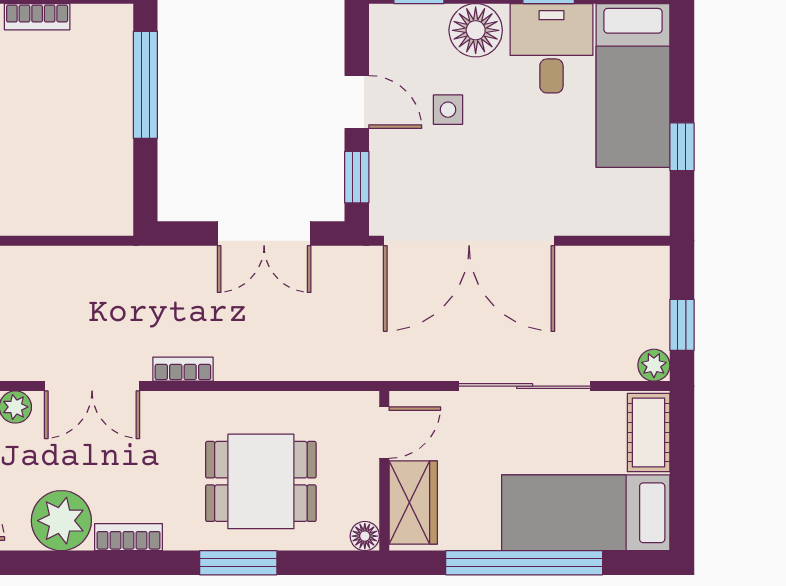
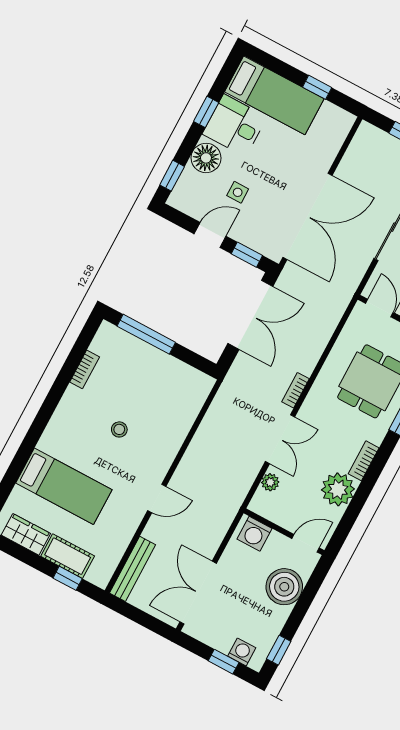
double door: (264, 234) -> (250, 315), width x1.37

